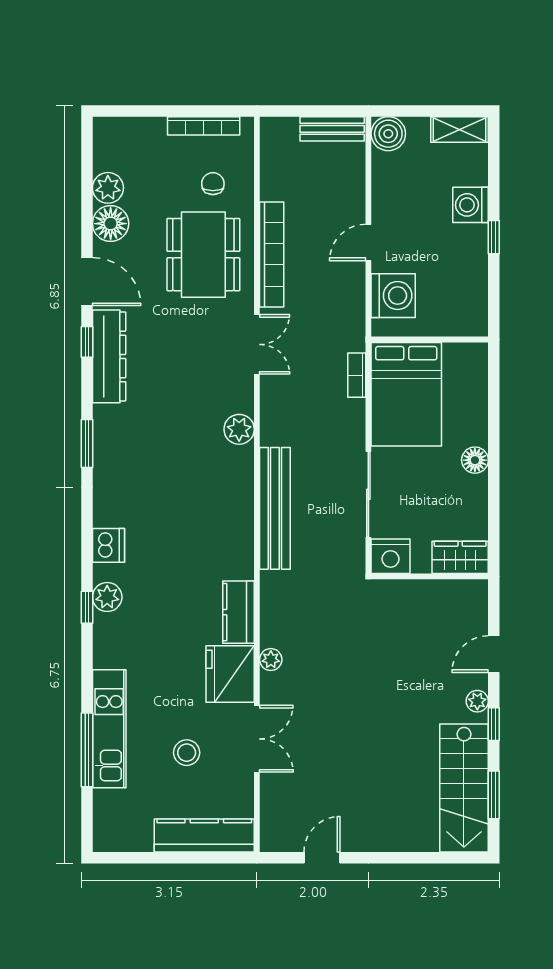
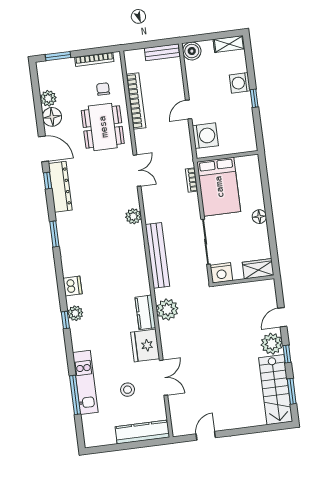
window: (136, 111) -> (58, 56), added
bookcase: (272, 254) -> (136, 101), moved
plant: (271, 660) -> (167, 310), moved, width x1.88, depth x1.88
plant: (477, 701) -> (272, 344), width x1.88, depth x1.88

